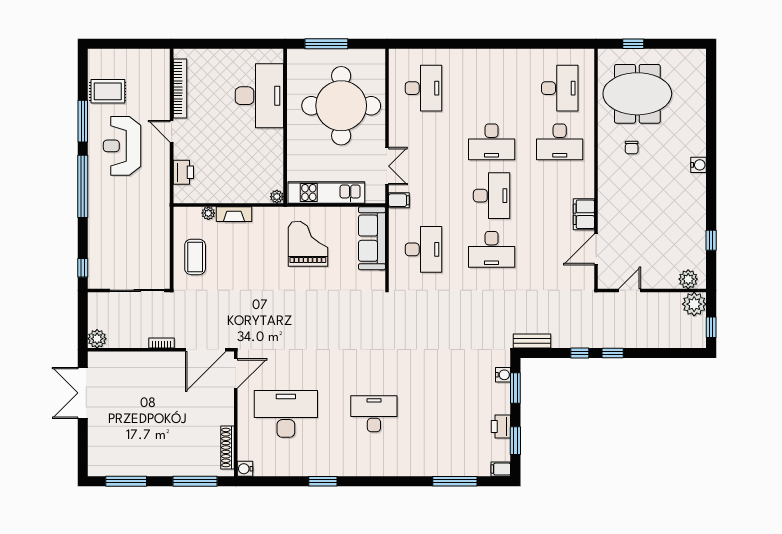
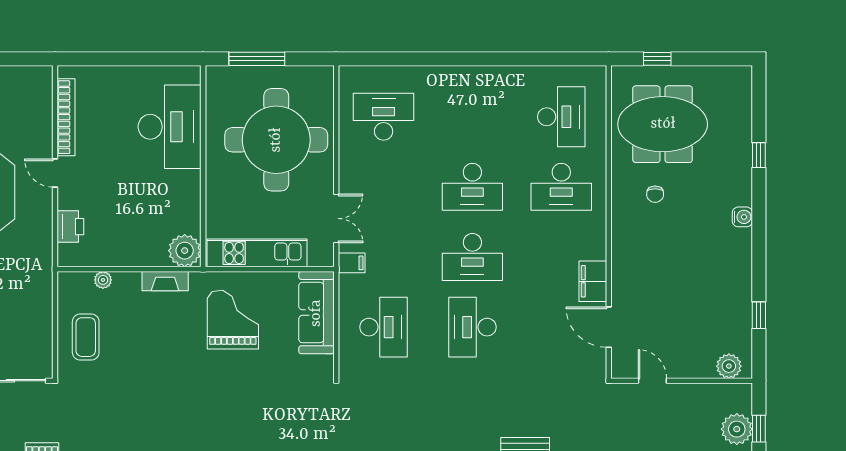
desk: (423, 88) -> (384, 117), turned -90
window: (711, 118) -> (759, 155), added
desk: (492, 196) -> (472, 257), turned 90
plant: (277, 197) -> (185, 251), width x1.88, depth x1.88
fireplace: (234, 214) -> (165, 281), moved
desk: (492, 249) -> (472, 327), turned 90
door: (596, 249) -> (609, 327), hinge flipped
door: (630, 290) -> (652, 381), hinge flipped
plant: (694, 304) -> (737, 429), moved

